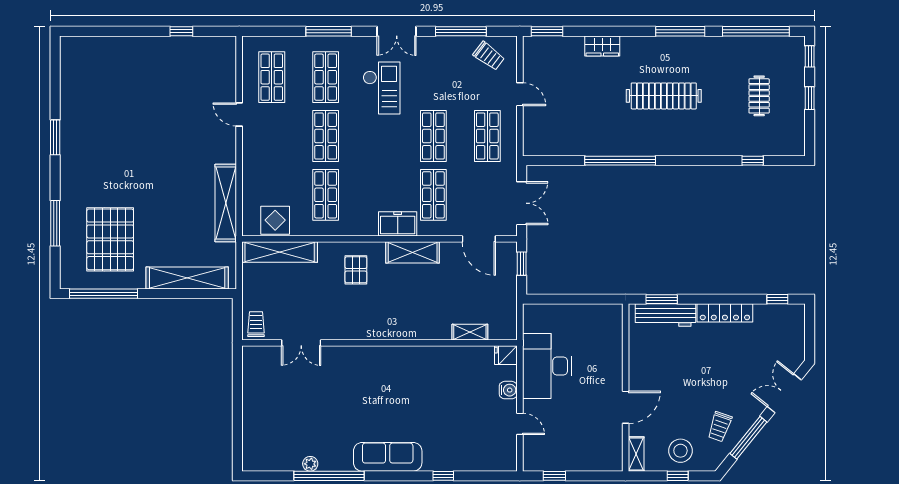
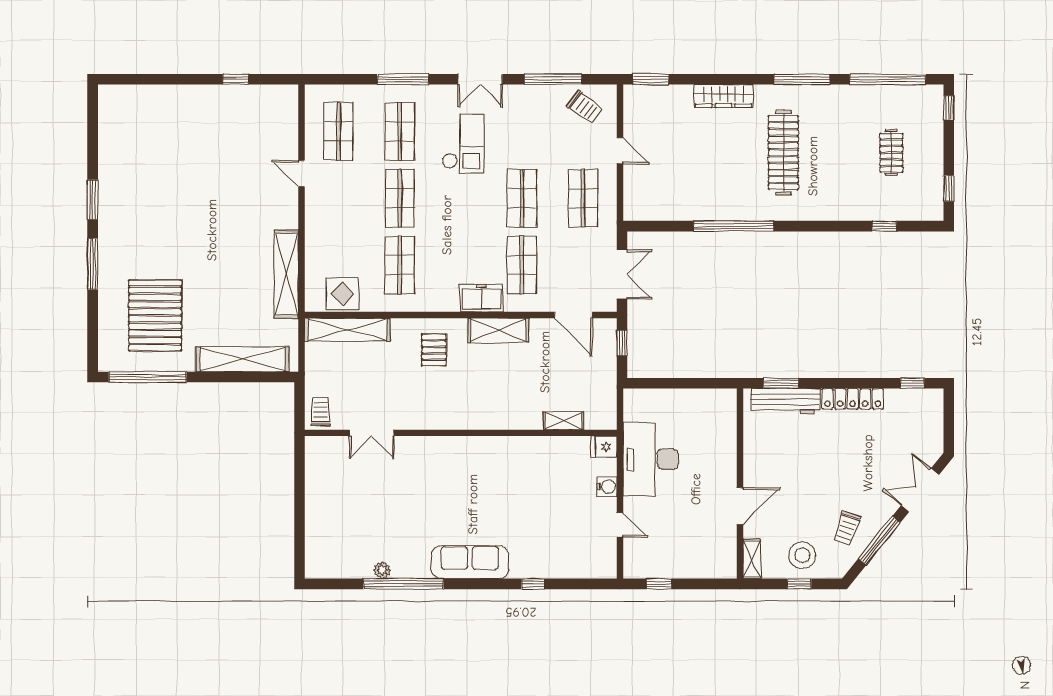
wardrobe: (602, 46) -> (723, 96), width x1.50
clothes rail: (664, 96) -> (783, 153), turned 90
window: (810, 98) -> (949, 188), moved
window: (55, 223) -> (93, 264), moved

